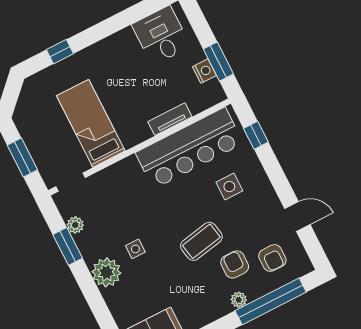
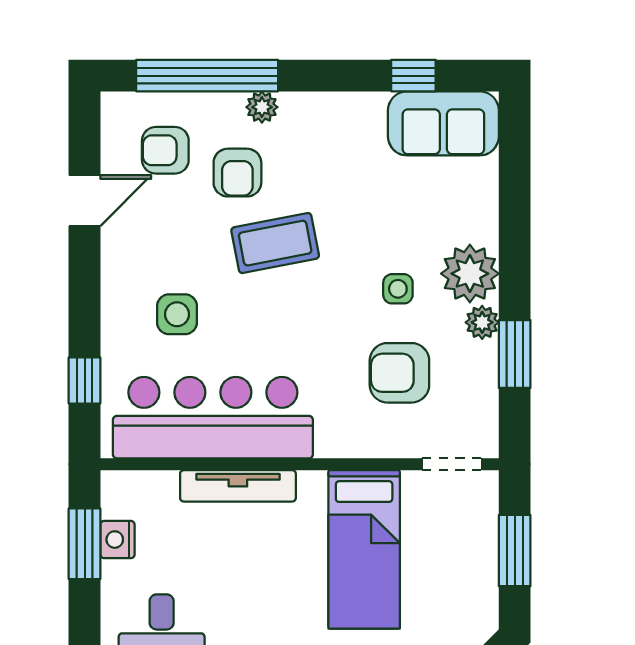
tv unit: (170, 119) -> (238, 486), width x1.41
armchair: (115, 211) -> (399, 373), added
door: (297, 217) -> (85, 201), swing flipped
plant: (75, 225) -> (482, 322), moved
armchair: (272, 258) -> (165, 150), turned -90

